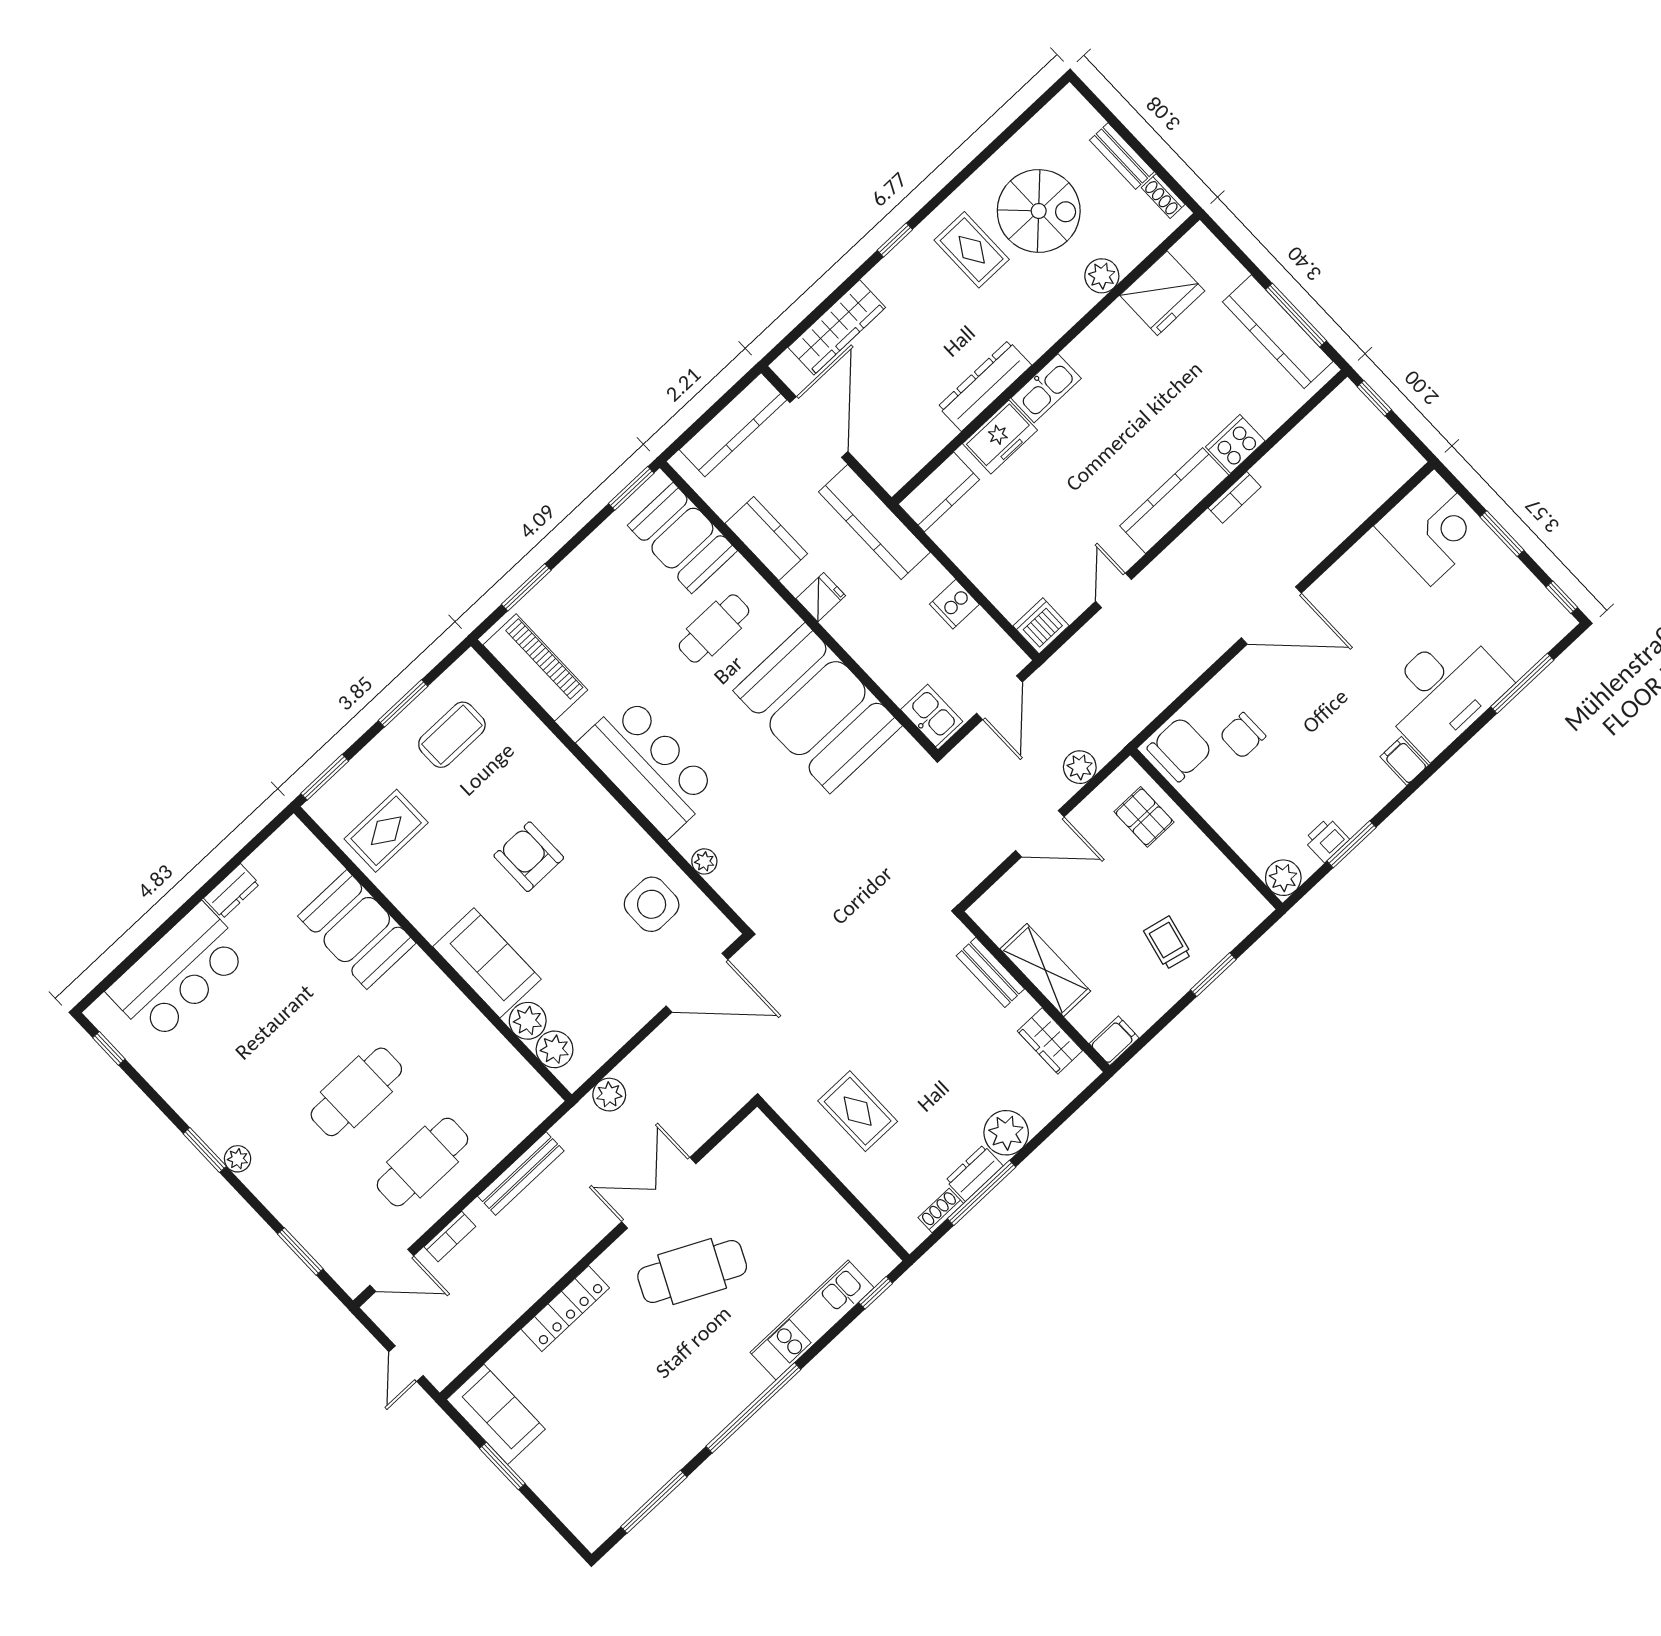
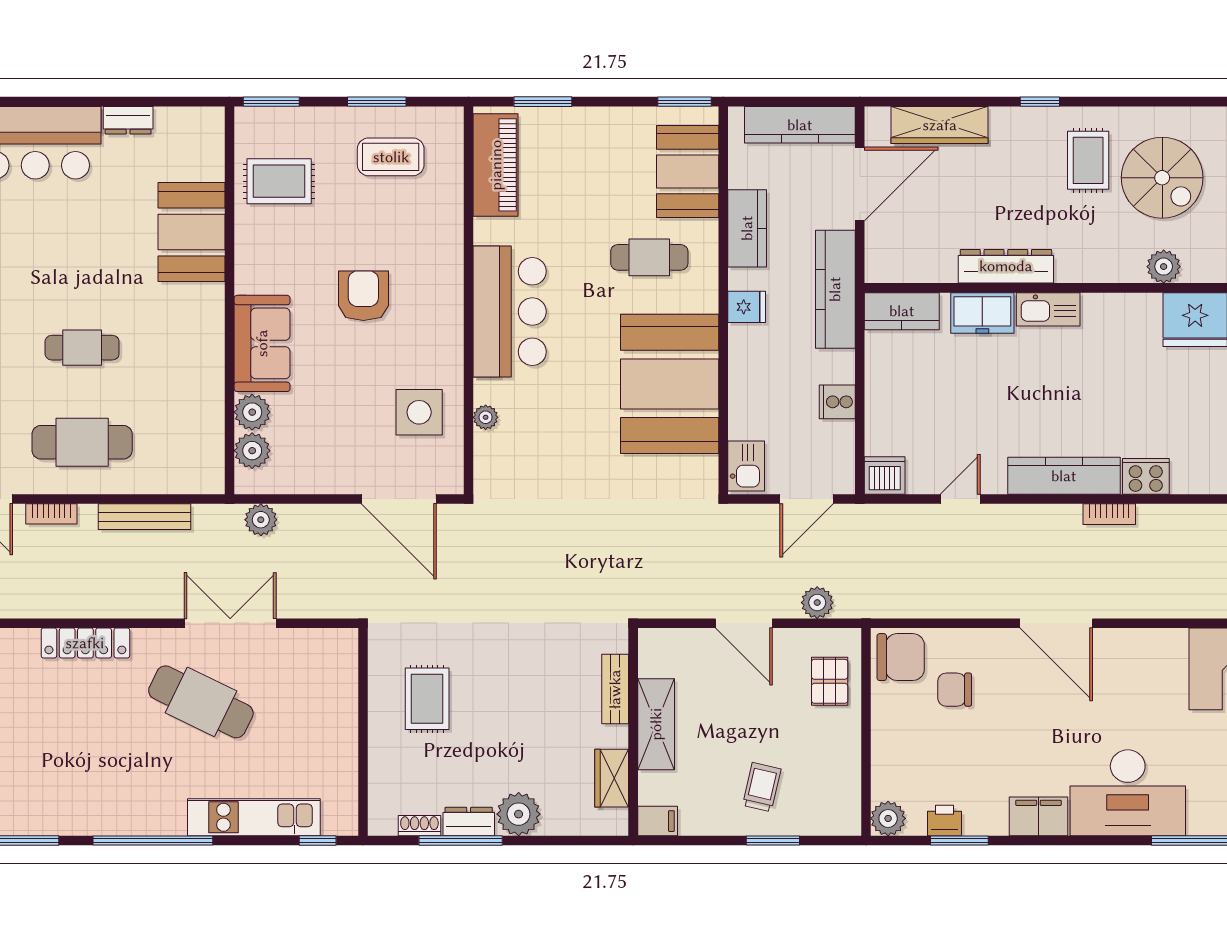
filing cabinet: (1404, 761) -> (1038, 816), width x2.00
cafe table: (356, 1092) -> (82, 348), width x0.73, depth x0.74

